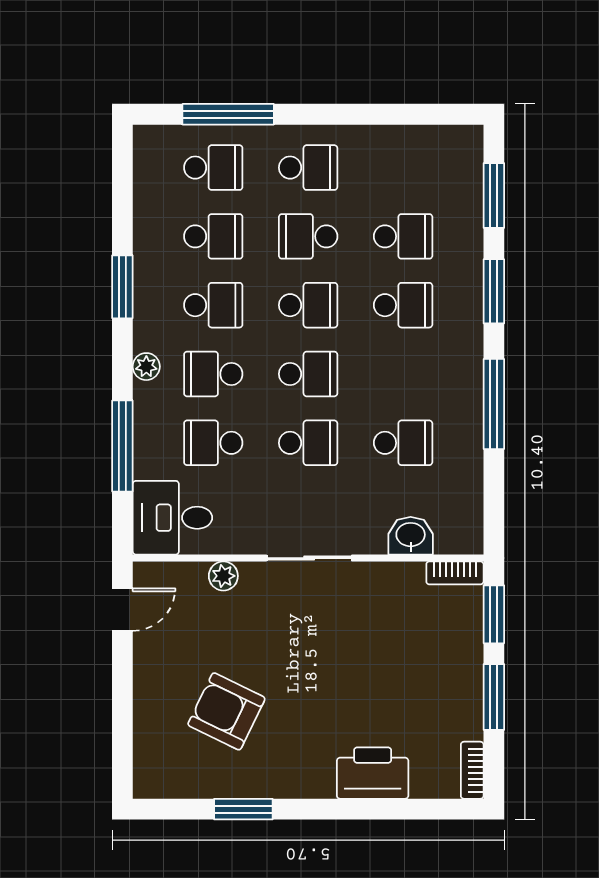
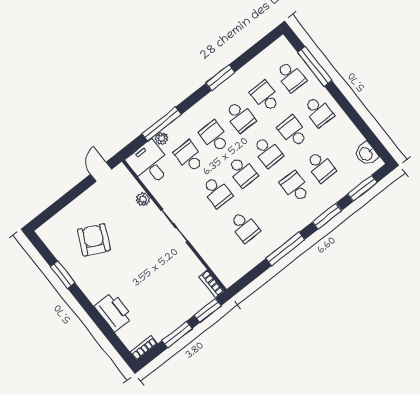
school desk: (213, 236) -> (265, 97), turned 180
school desk: (403, 305) -> (295, 187), turned 180
plant: (146, 367) -> (162, 138), moved
washbasin: (411, 536) -> (366, 154), moved, turned 180
door: (122, 610) -> (101, 172), swing flipped

